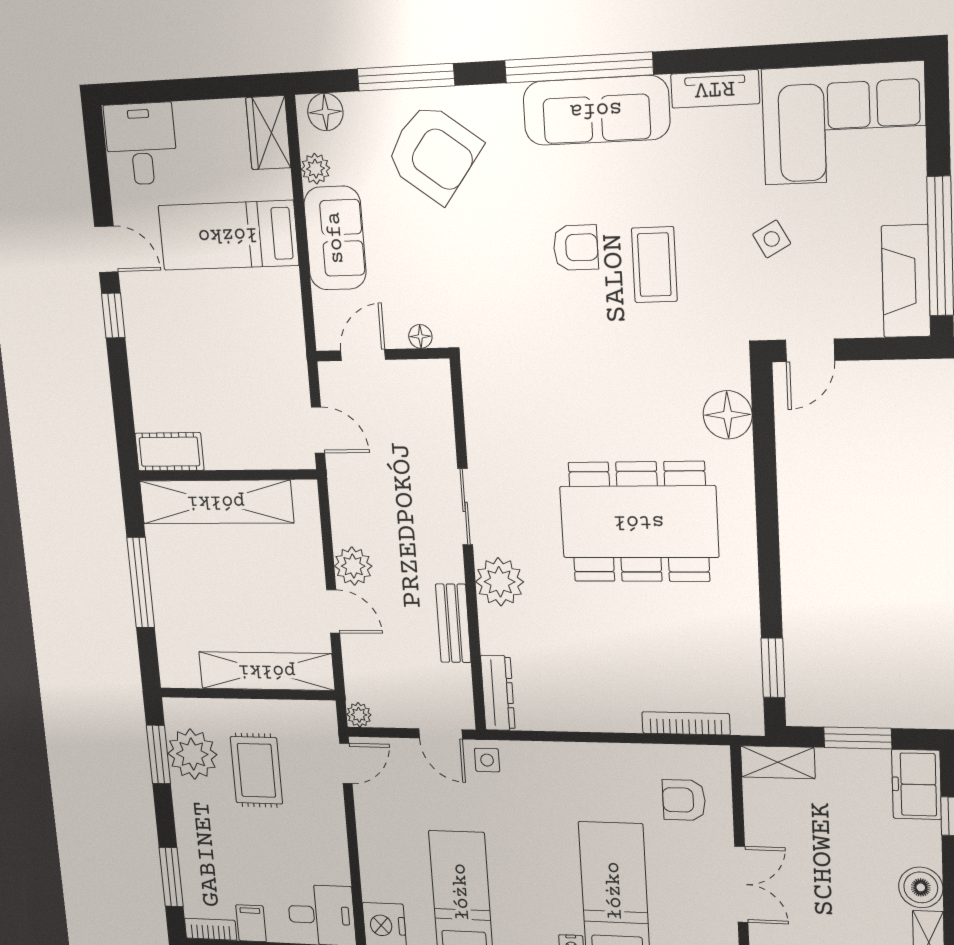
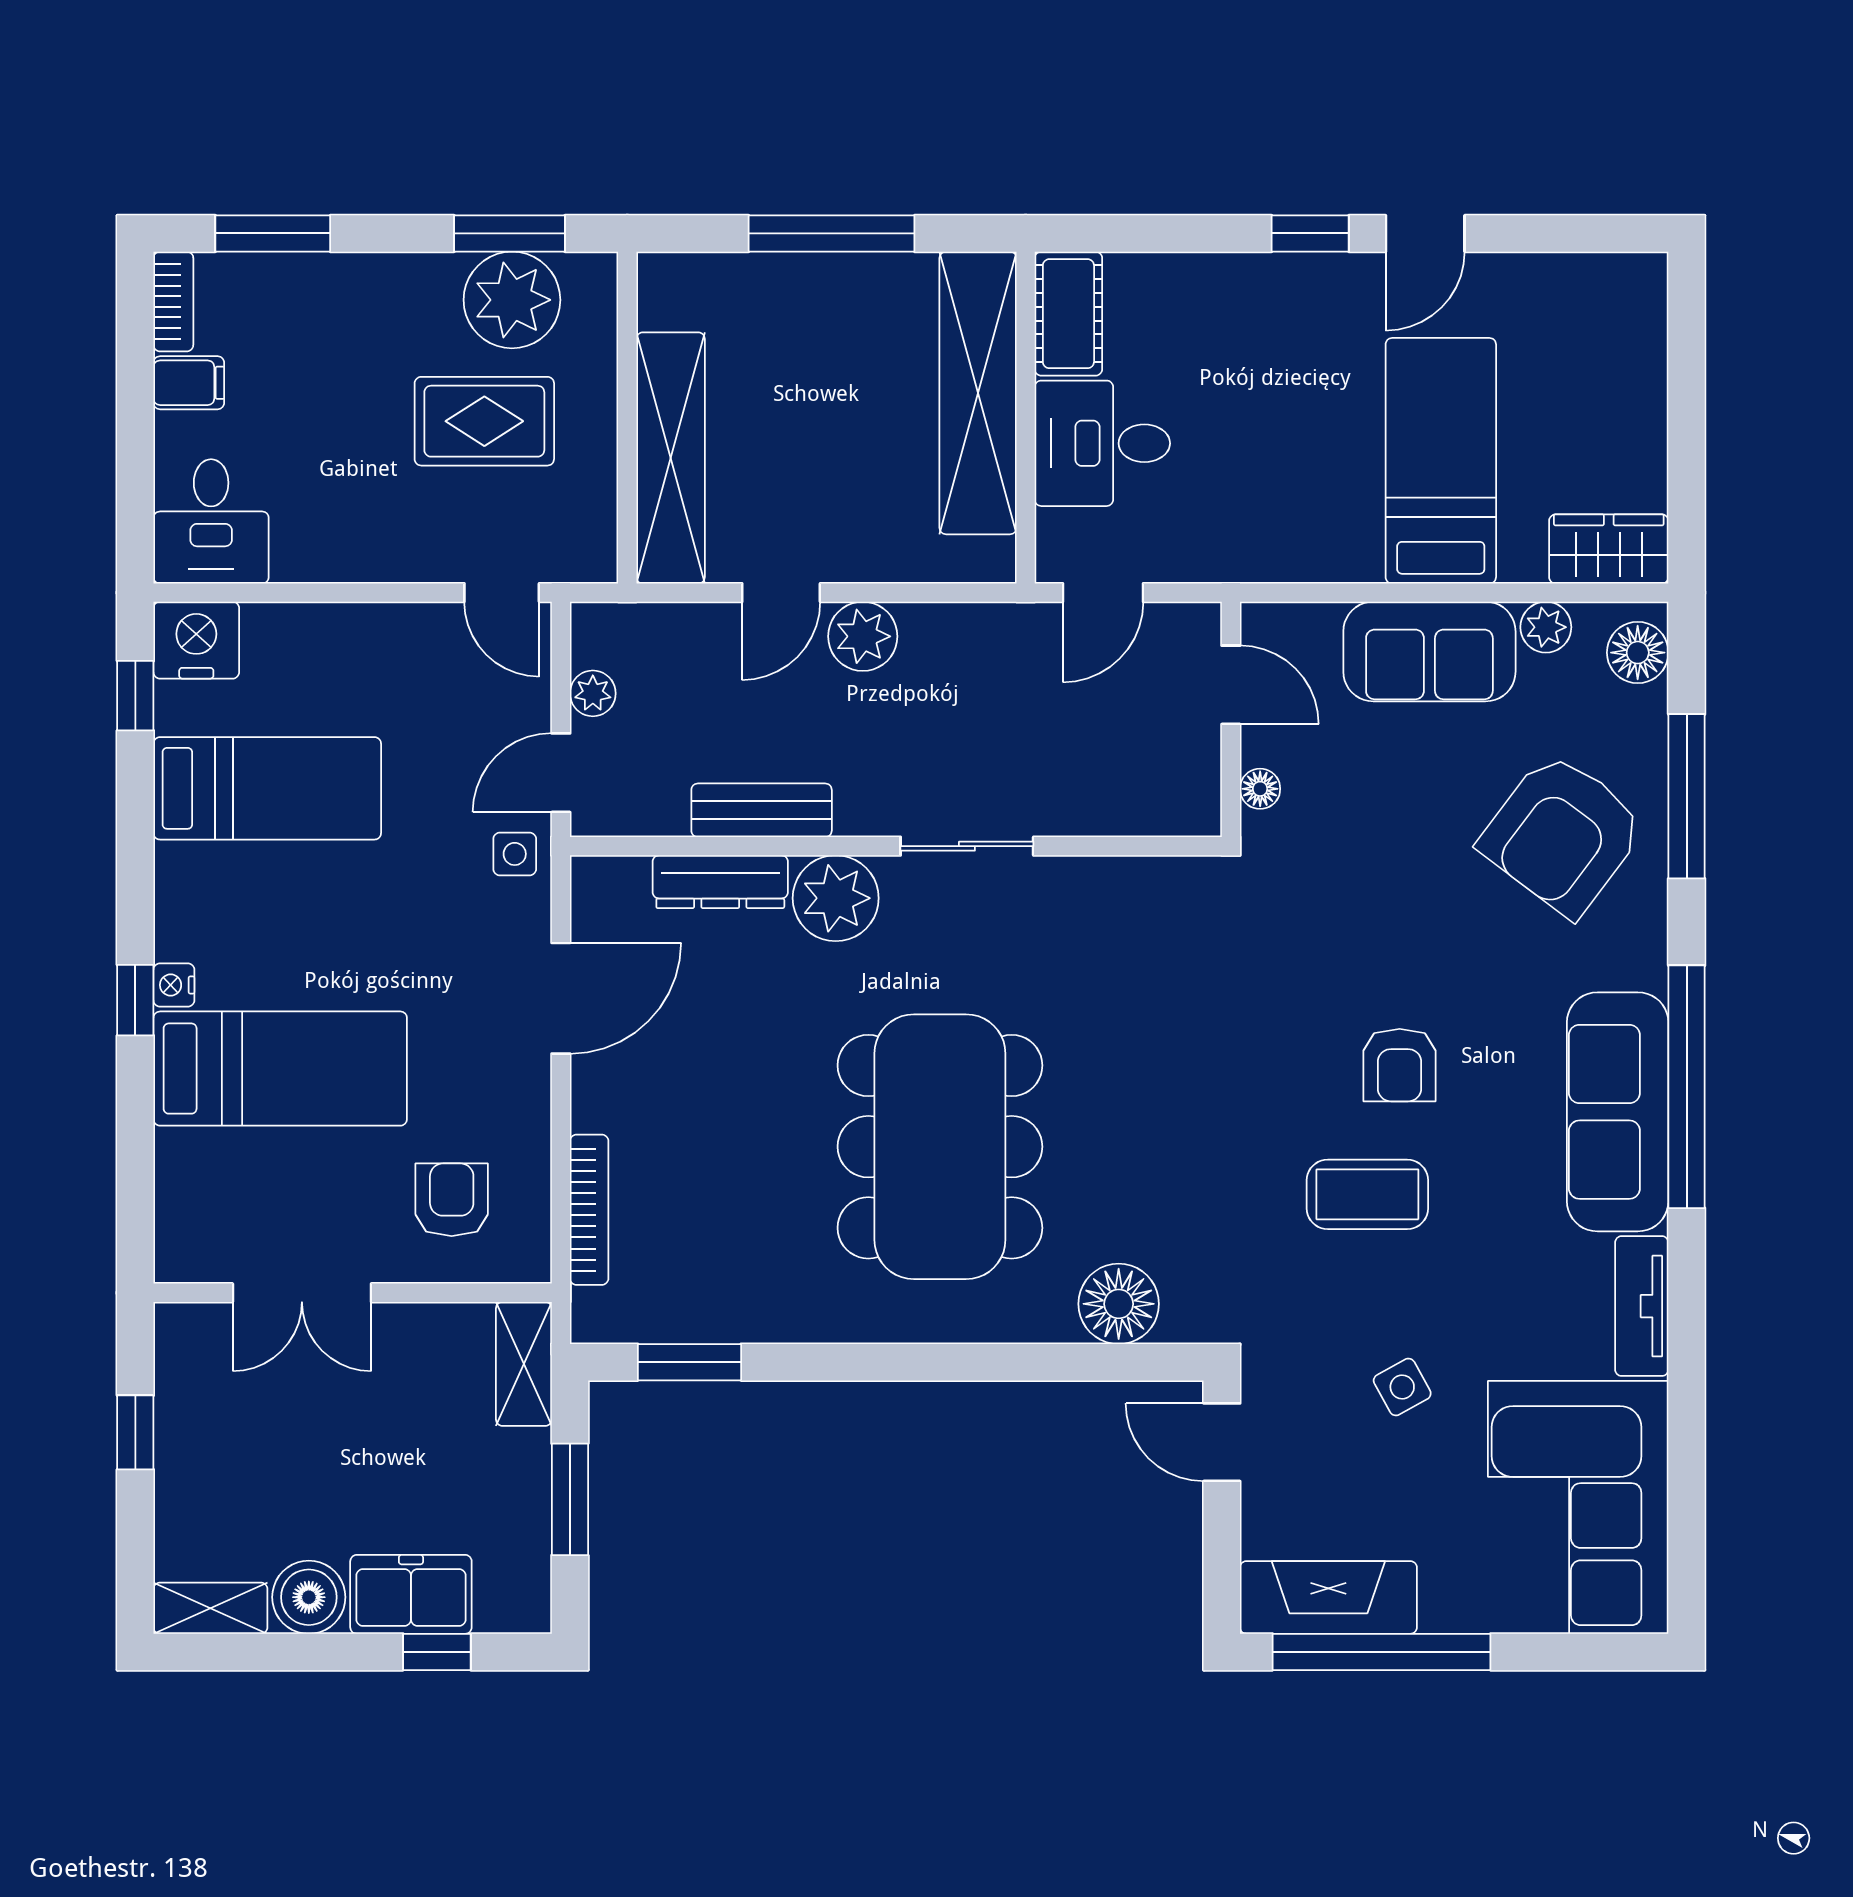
desk: (141, 144) -> (1102, 443), moved, turned 180
dresser: (498, 693) -> (720, 882), moved
plant: (359, 715) -> (593, 693), moved
door: (566, 737) -> (561, 998), added
freezer: (916, 784) -> (411, 1594), moved

